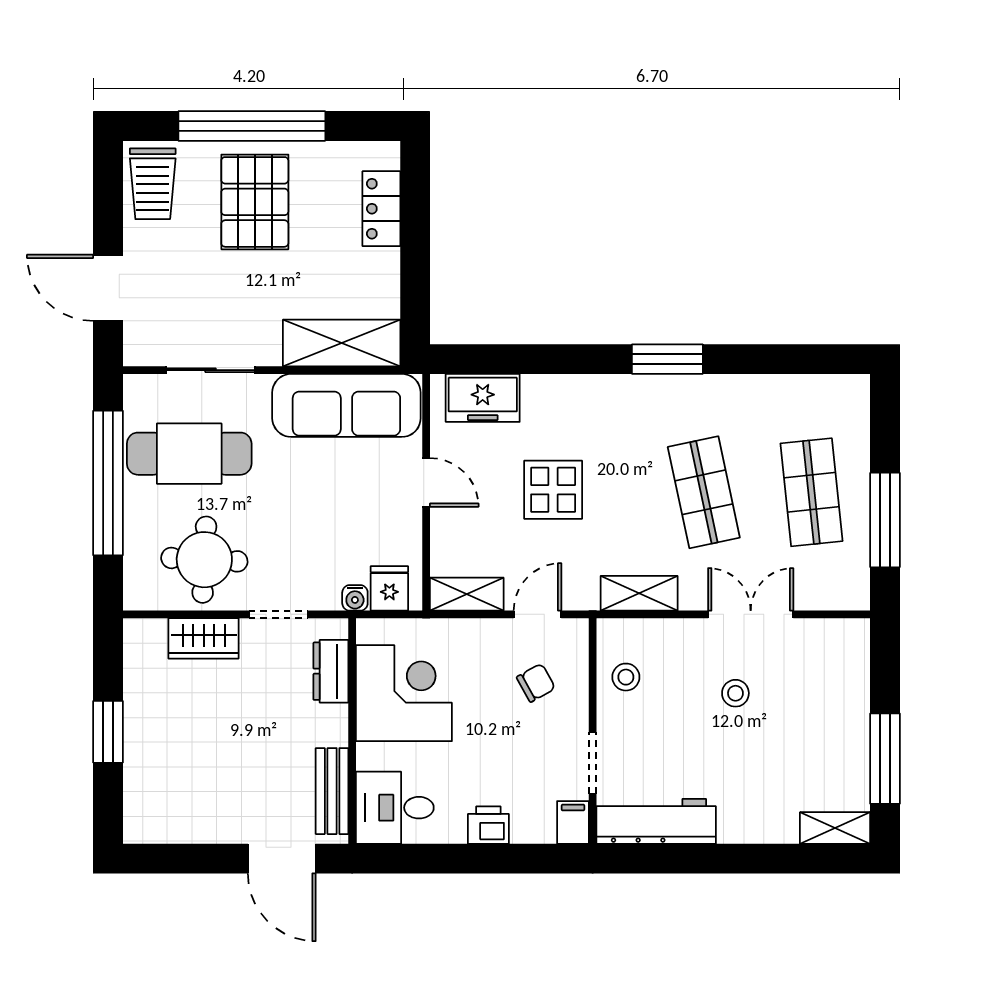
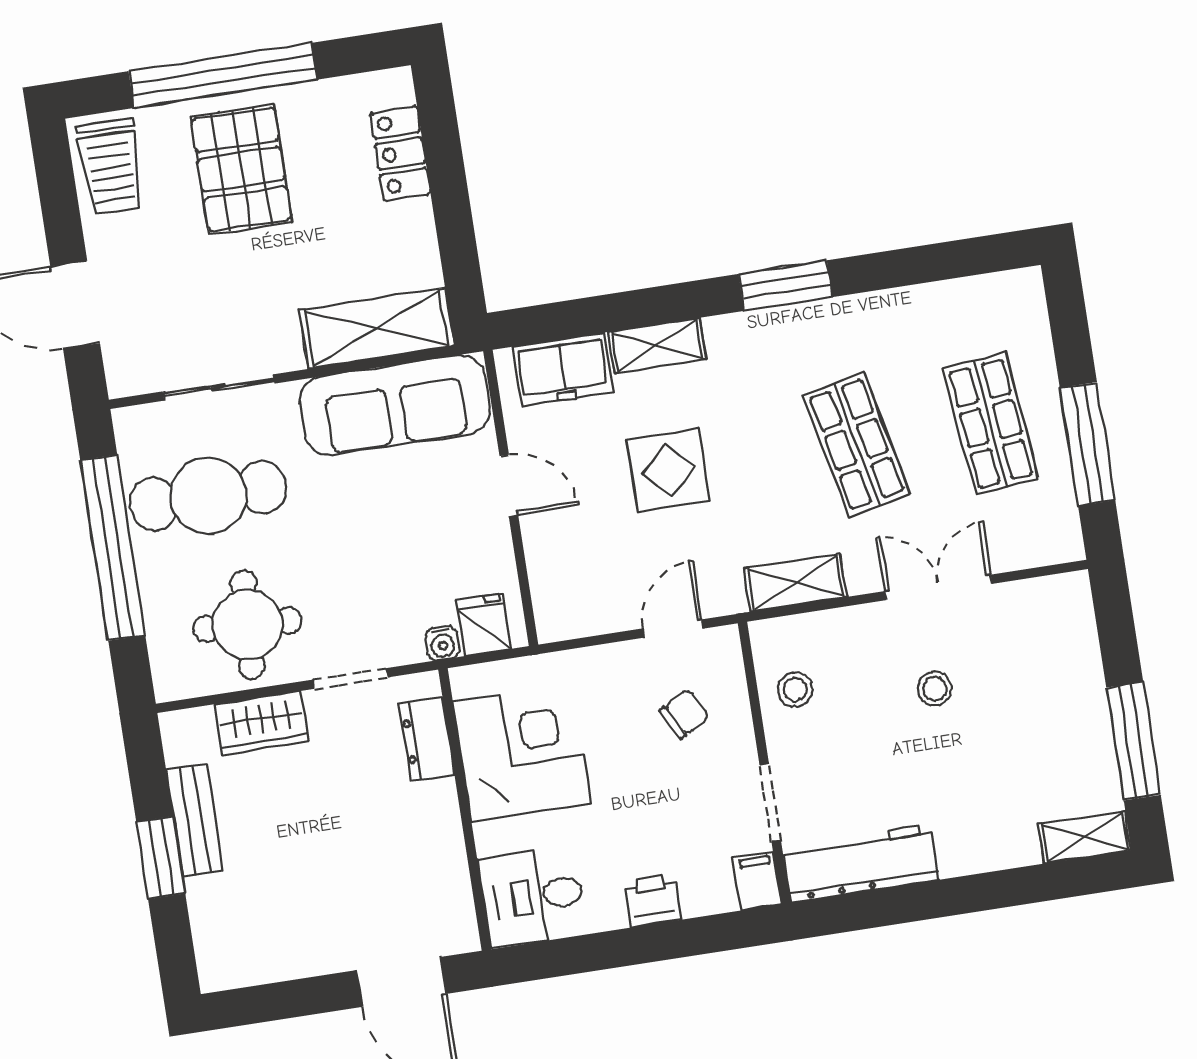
shelving: (467, 594) -> (657, 345), moved
bench: (332, 791) -> (195, 820), moved

